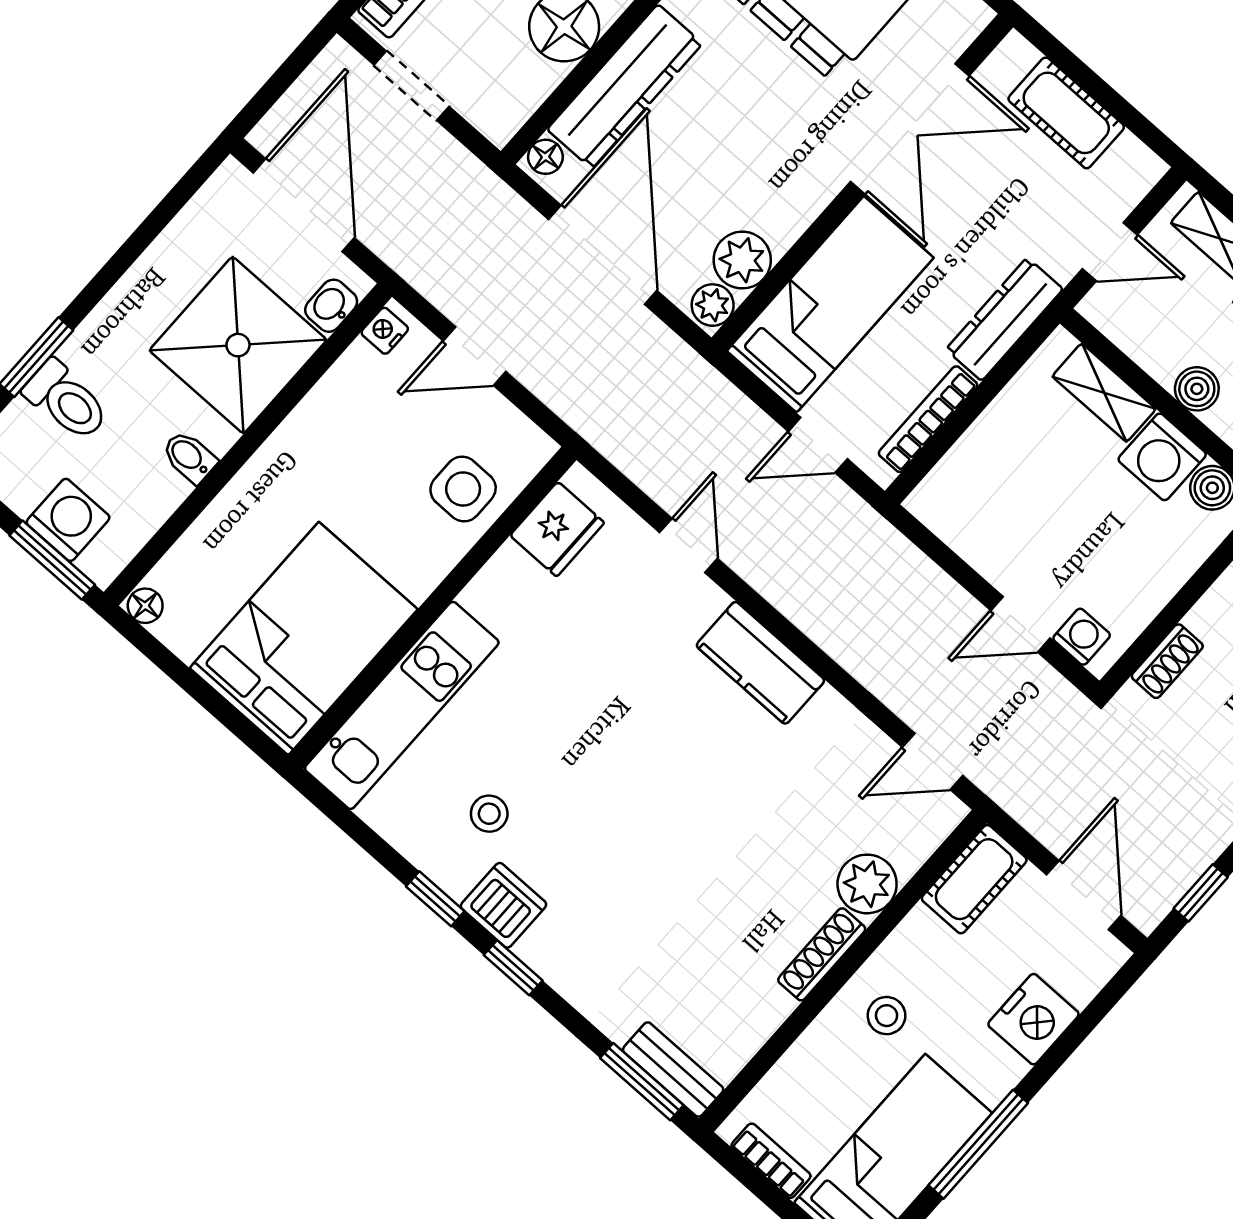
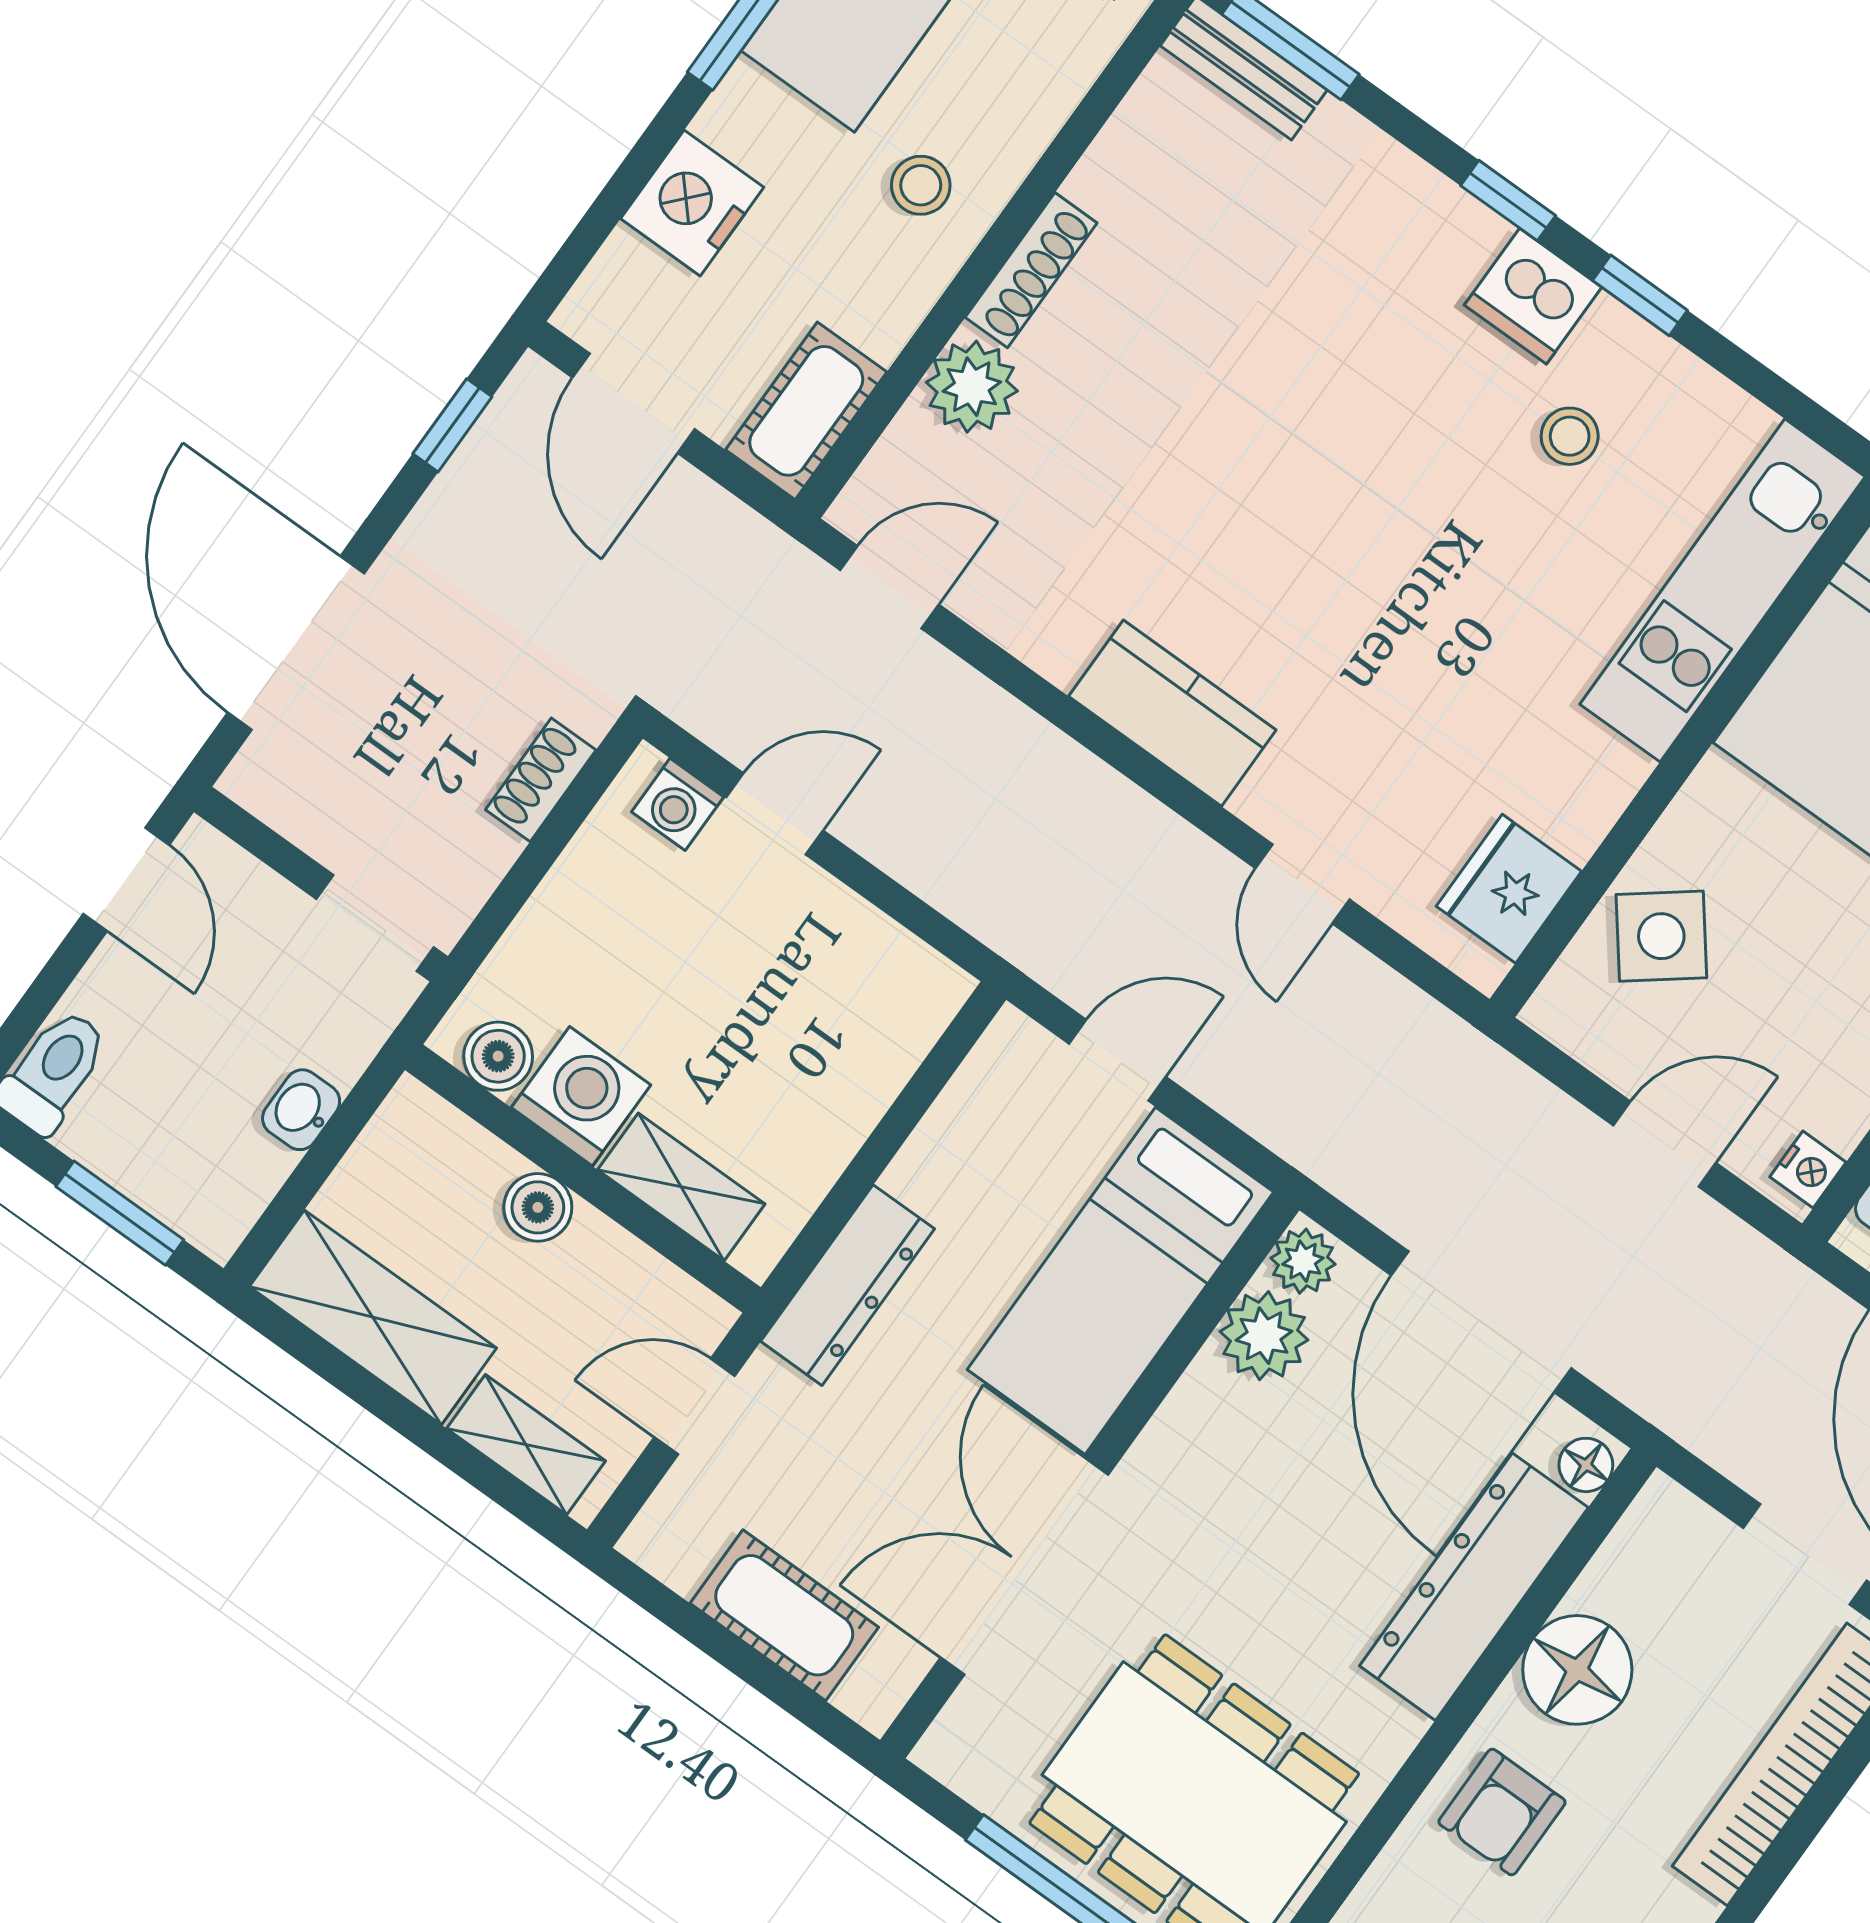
bookcase: (928, 419) -> (950, 1118), removed
side table: (463, 489) -> (1661, 936), turned -38

